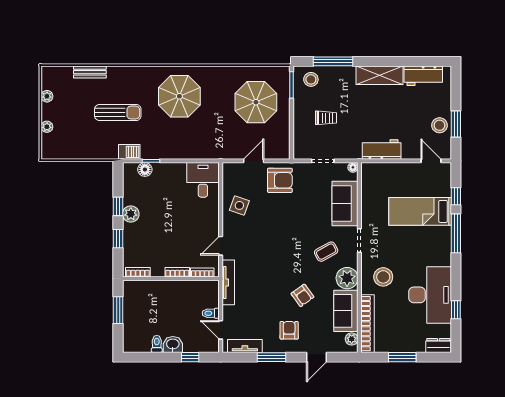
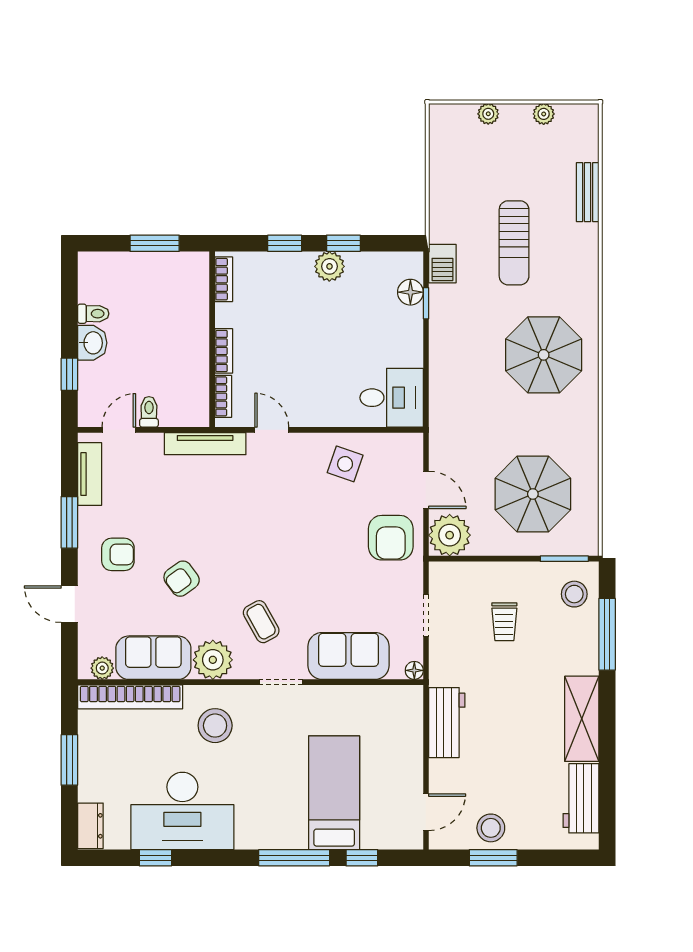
plant: (279, 148) -> (450, 535), added

